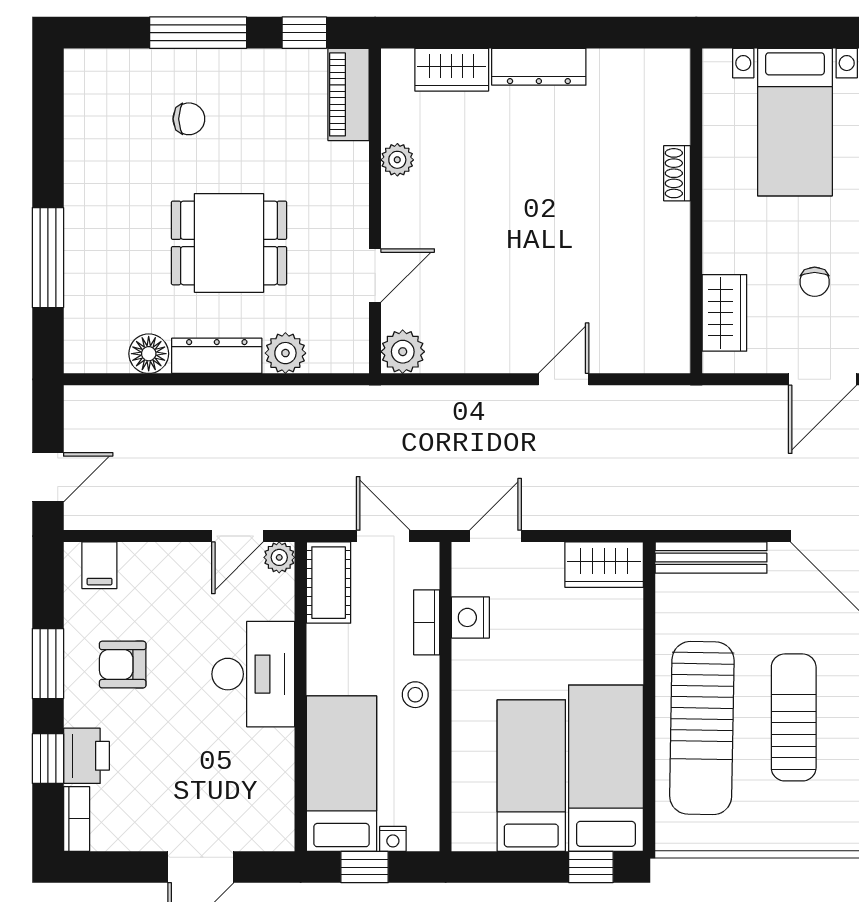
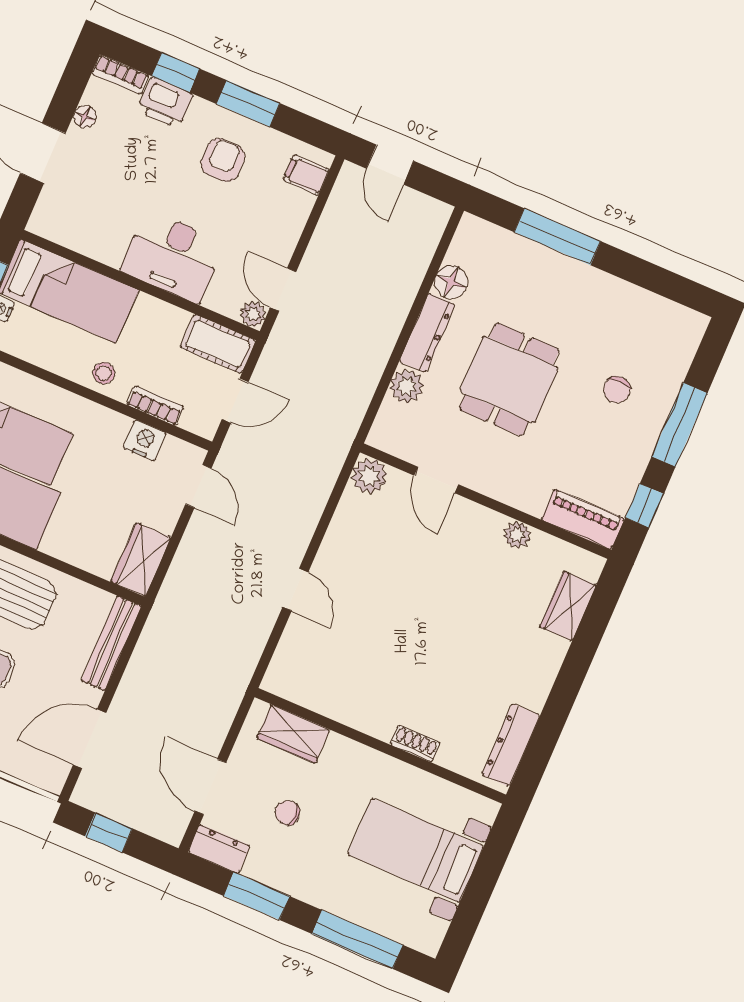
dresser: (539, 67) -> (511, 745), moved
floor lamp: (140, 838) -> (85, 117), added

